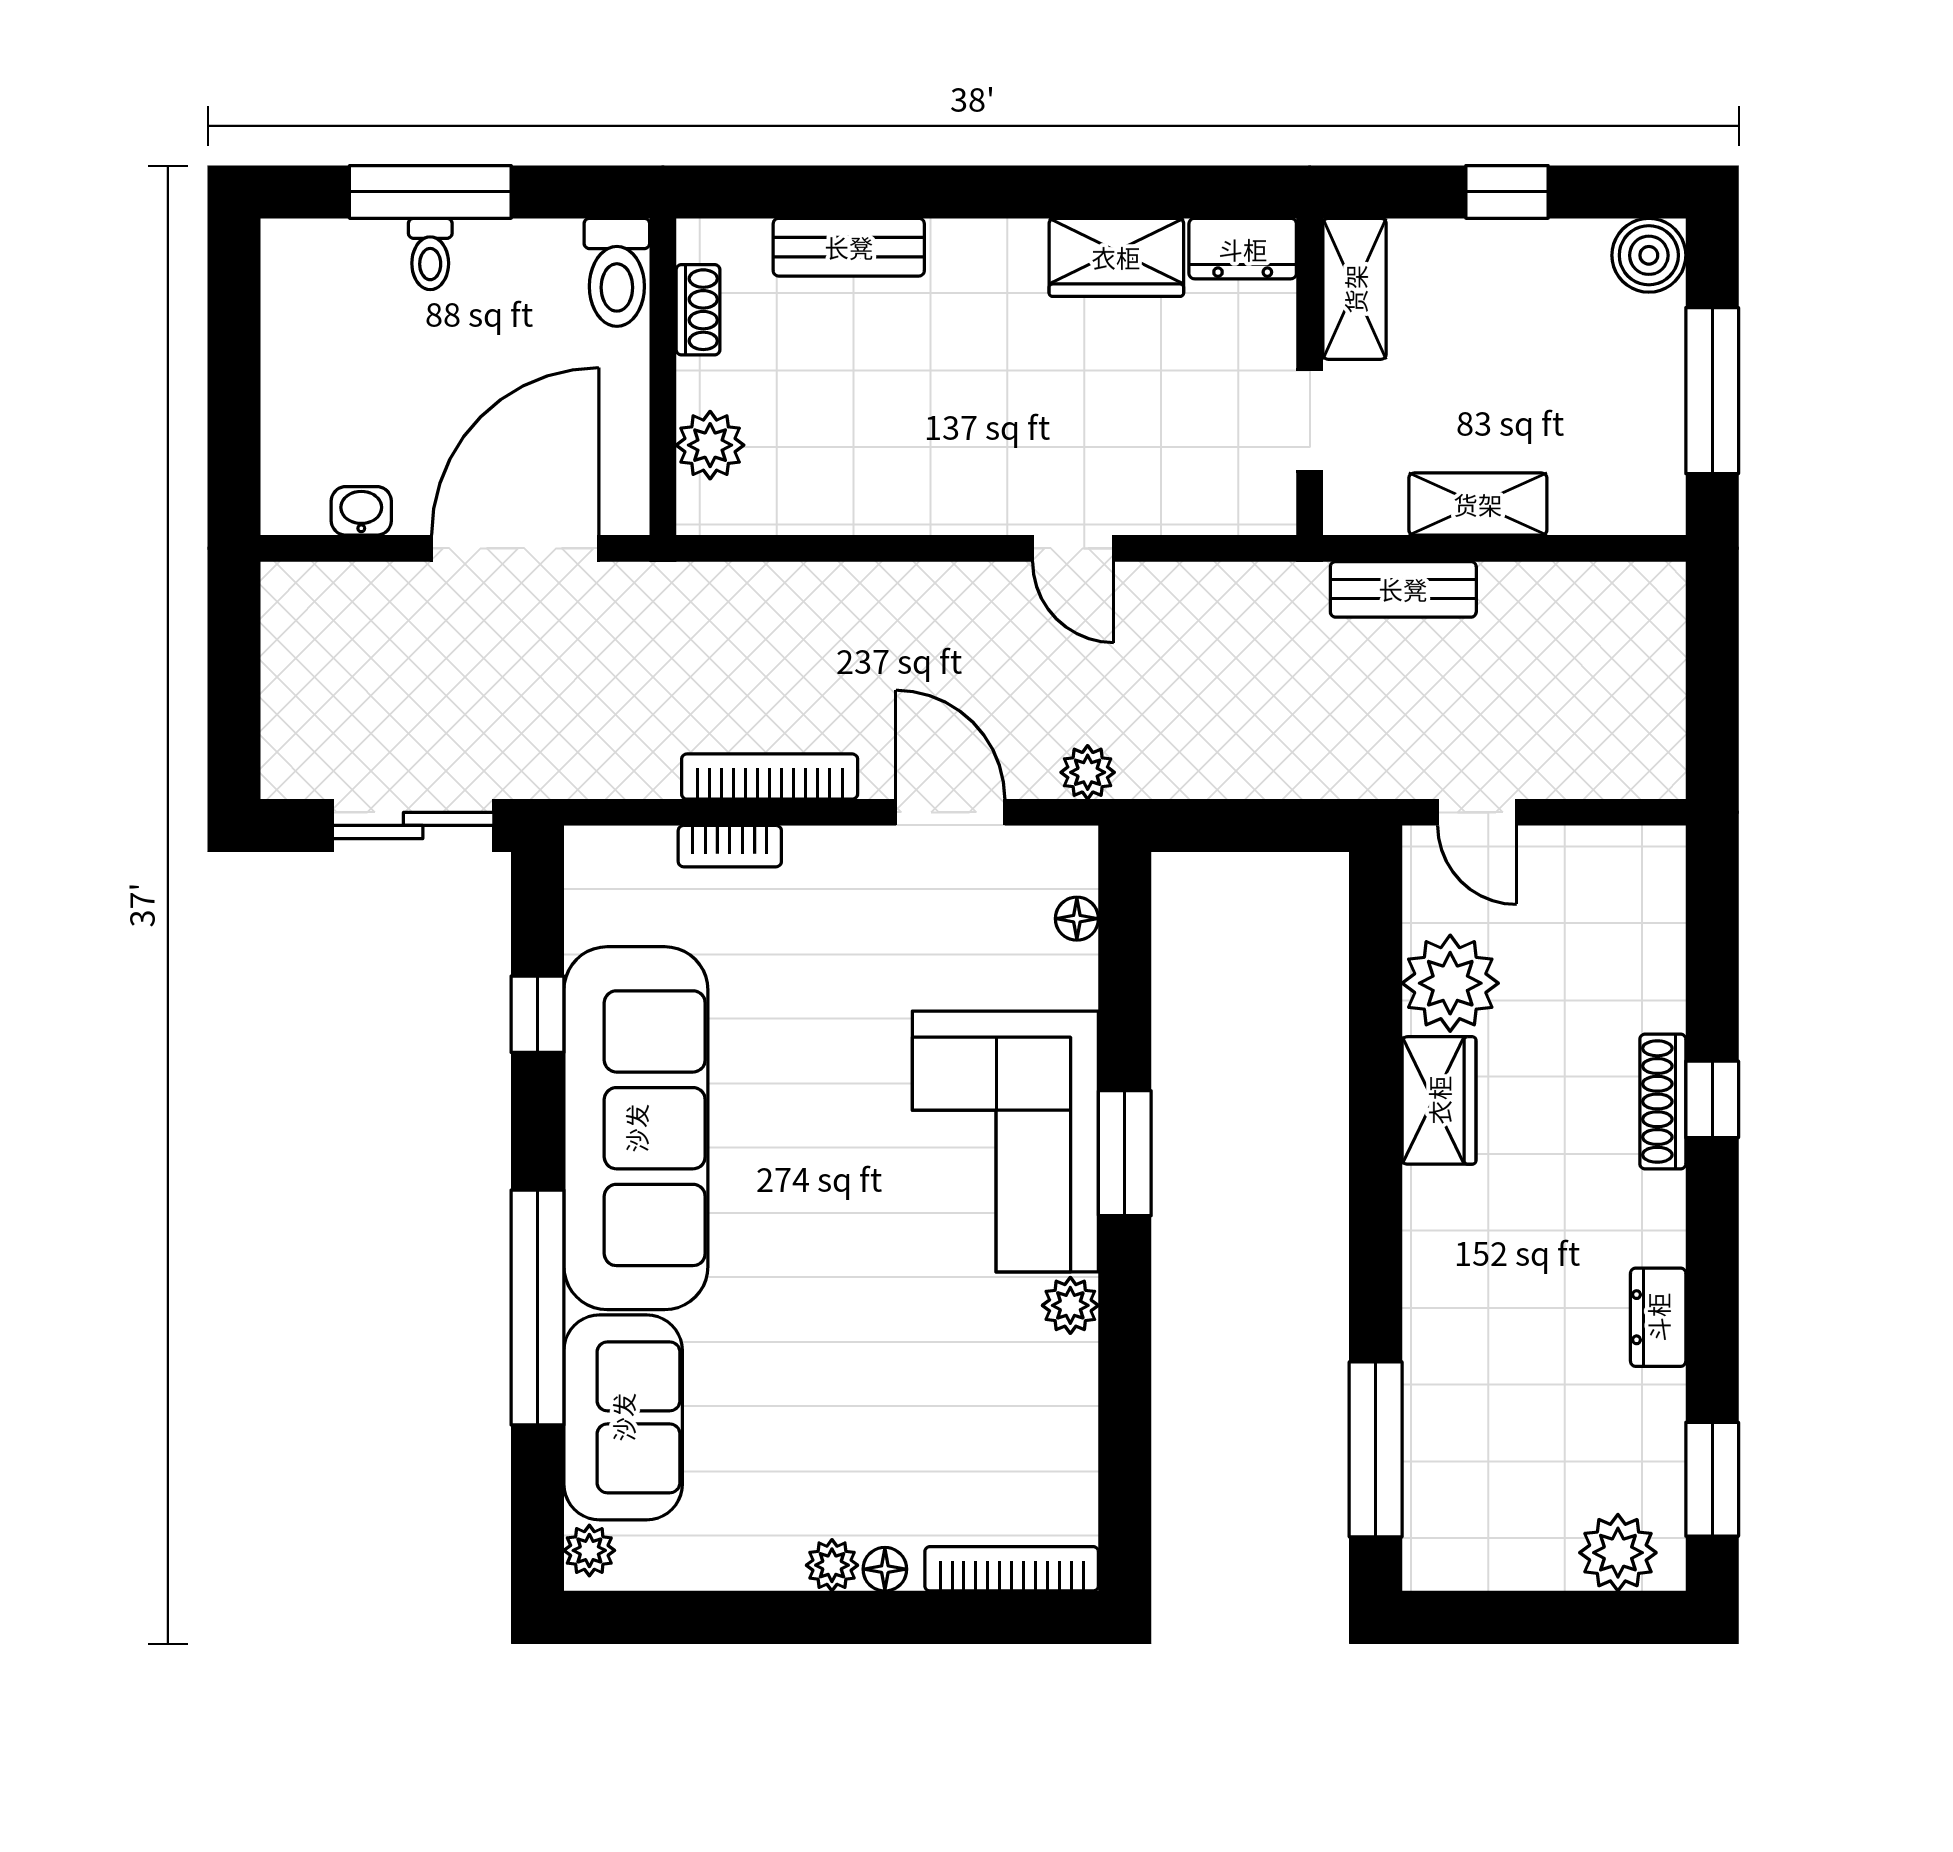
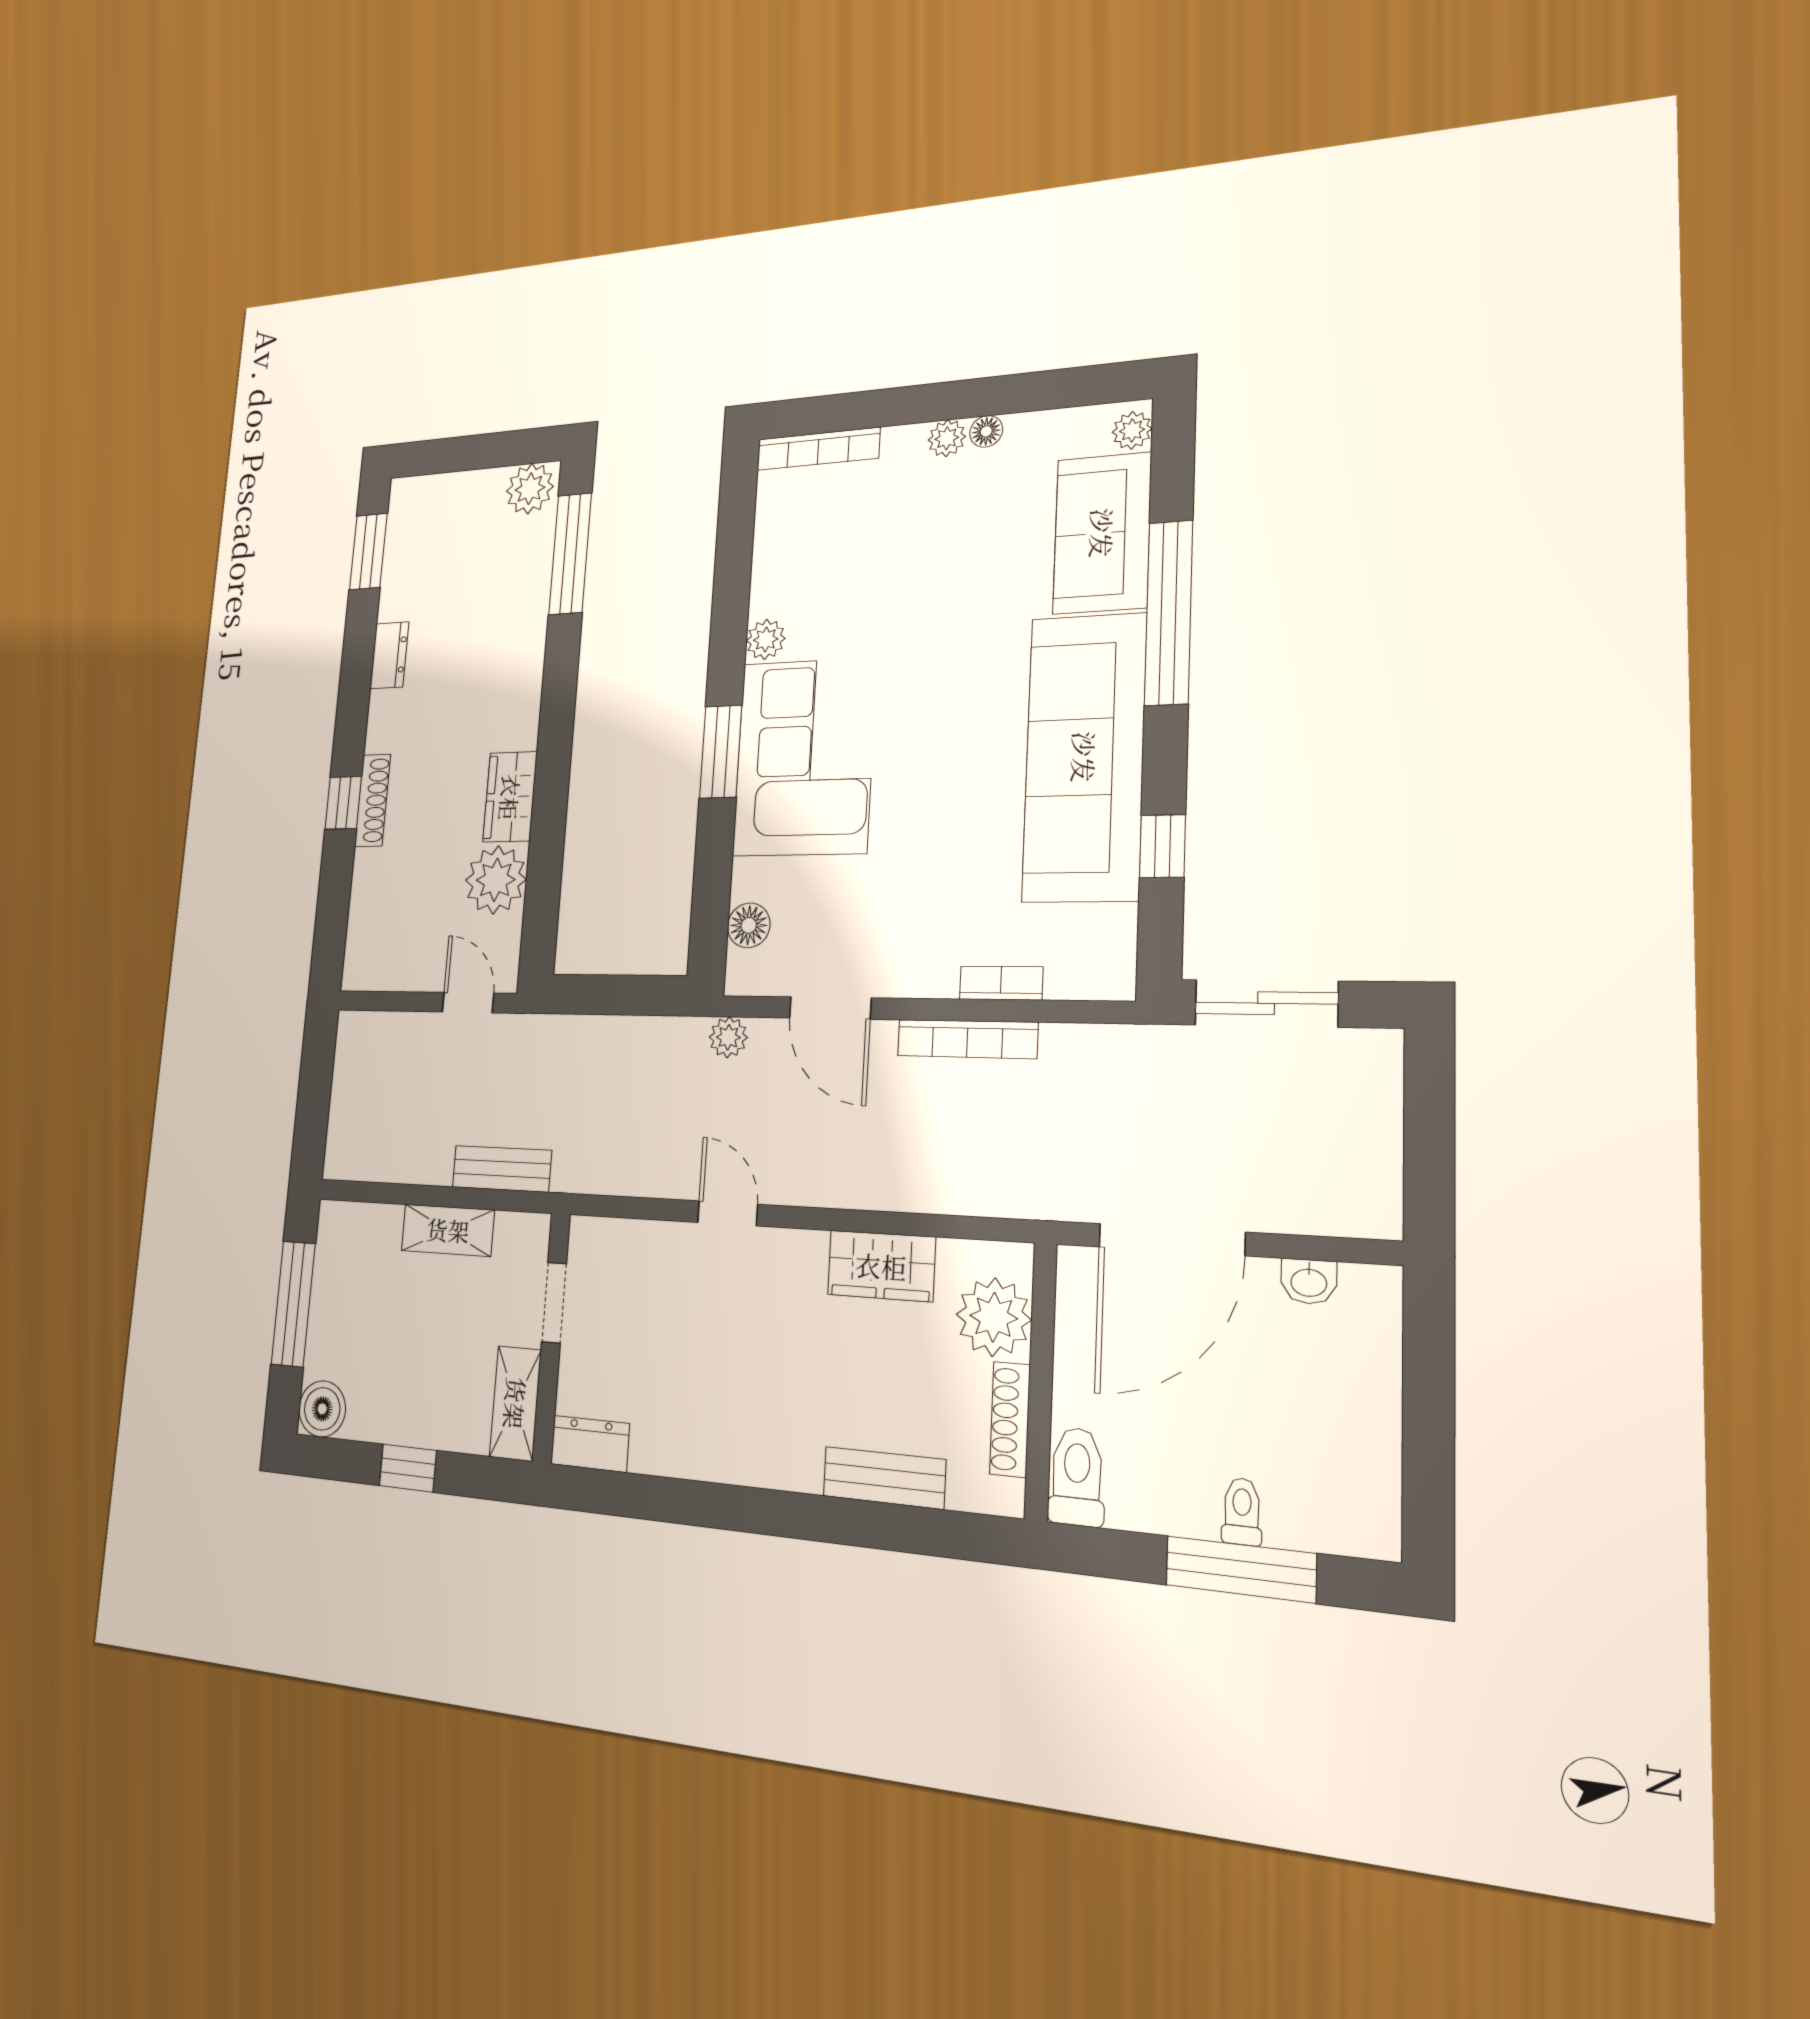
wardrobe: (1116, 257) -> (881, 1266), moved, turned 180
shoe rack: (698, 310) -> (1010, 1419), width x1.43
plant: (710, 445) -> (994, 1317), width x1.36, depth x1.36
floor lamp: (1077, 919) -> (749, 925), width x1.37, depth x1.37
plant: (1618, 1553) -> (530, 489), moved
floor lamp: (885, 1569) -> (986, 431), moved

